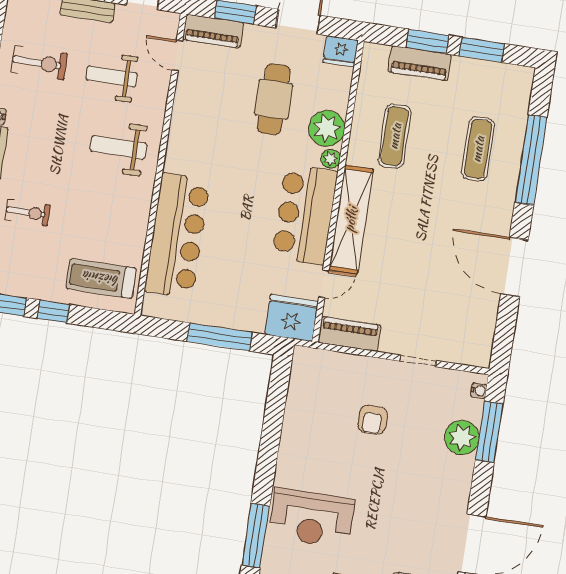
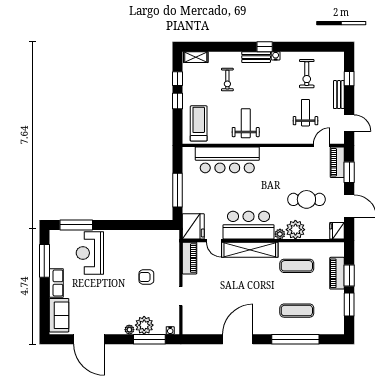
weight bench: (118, 147) -> (246, 123), moved
plant: (466, 466) -> (129, 330), added

